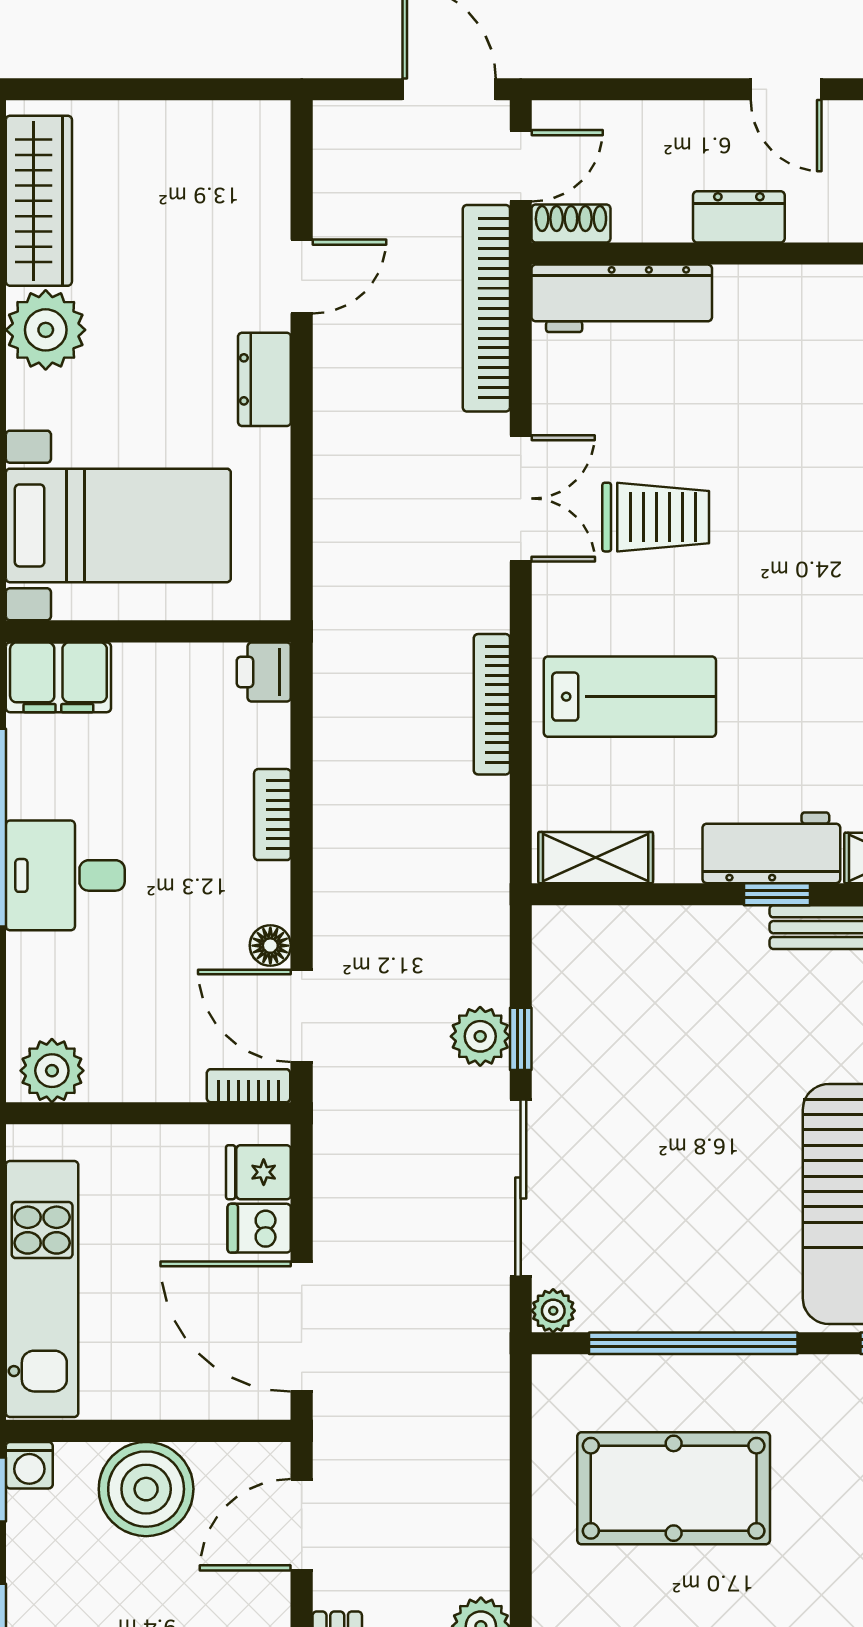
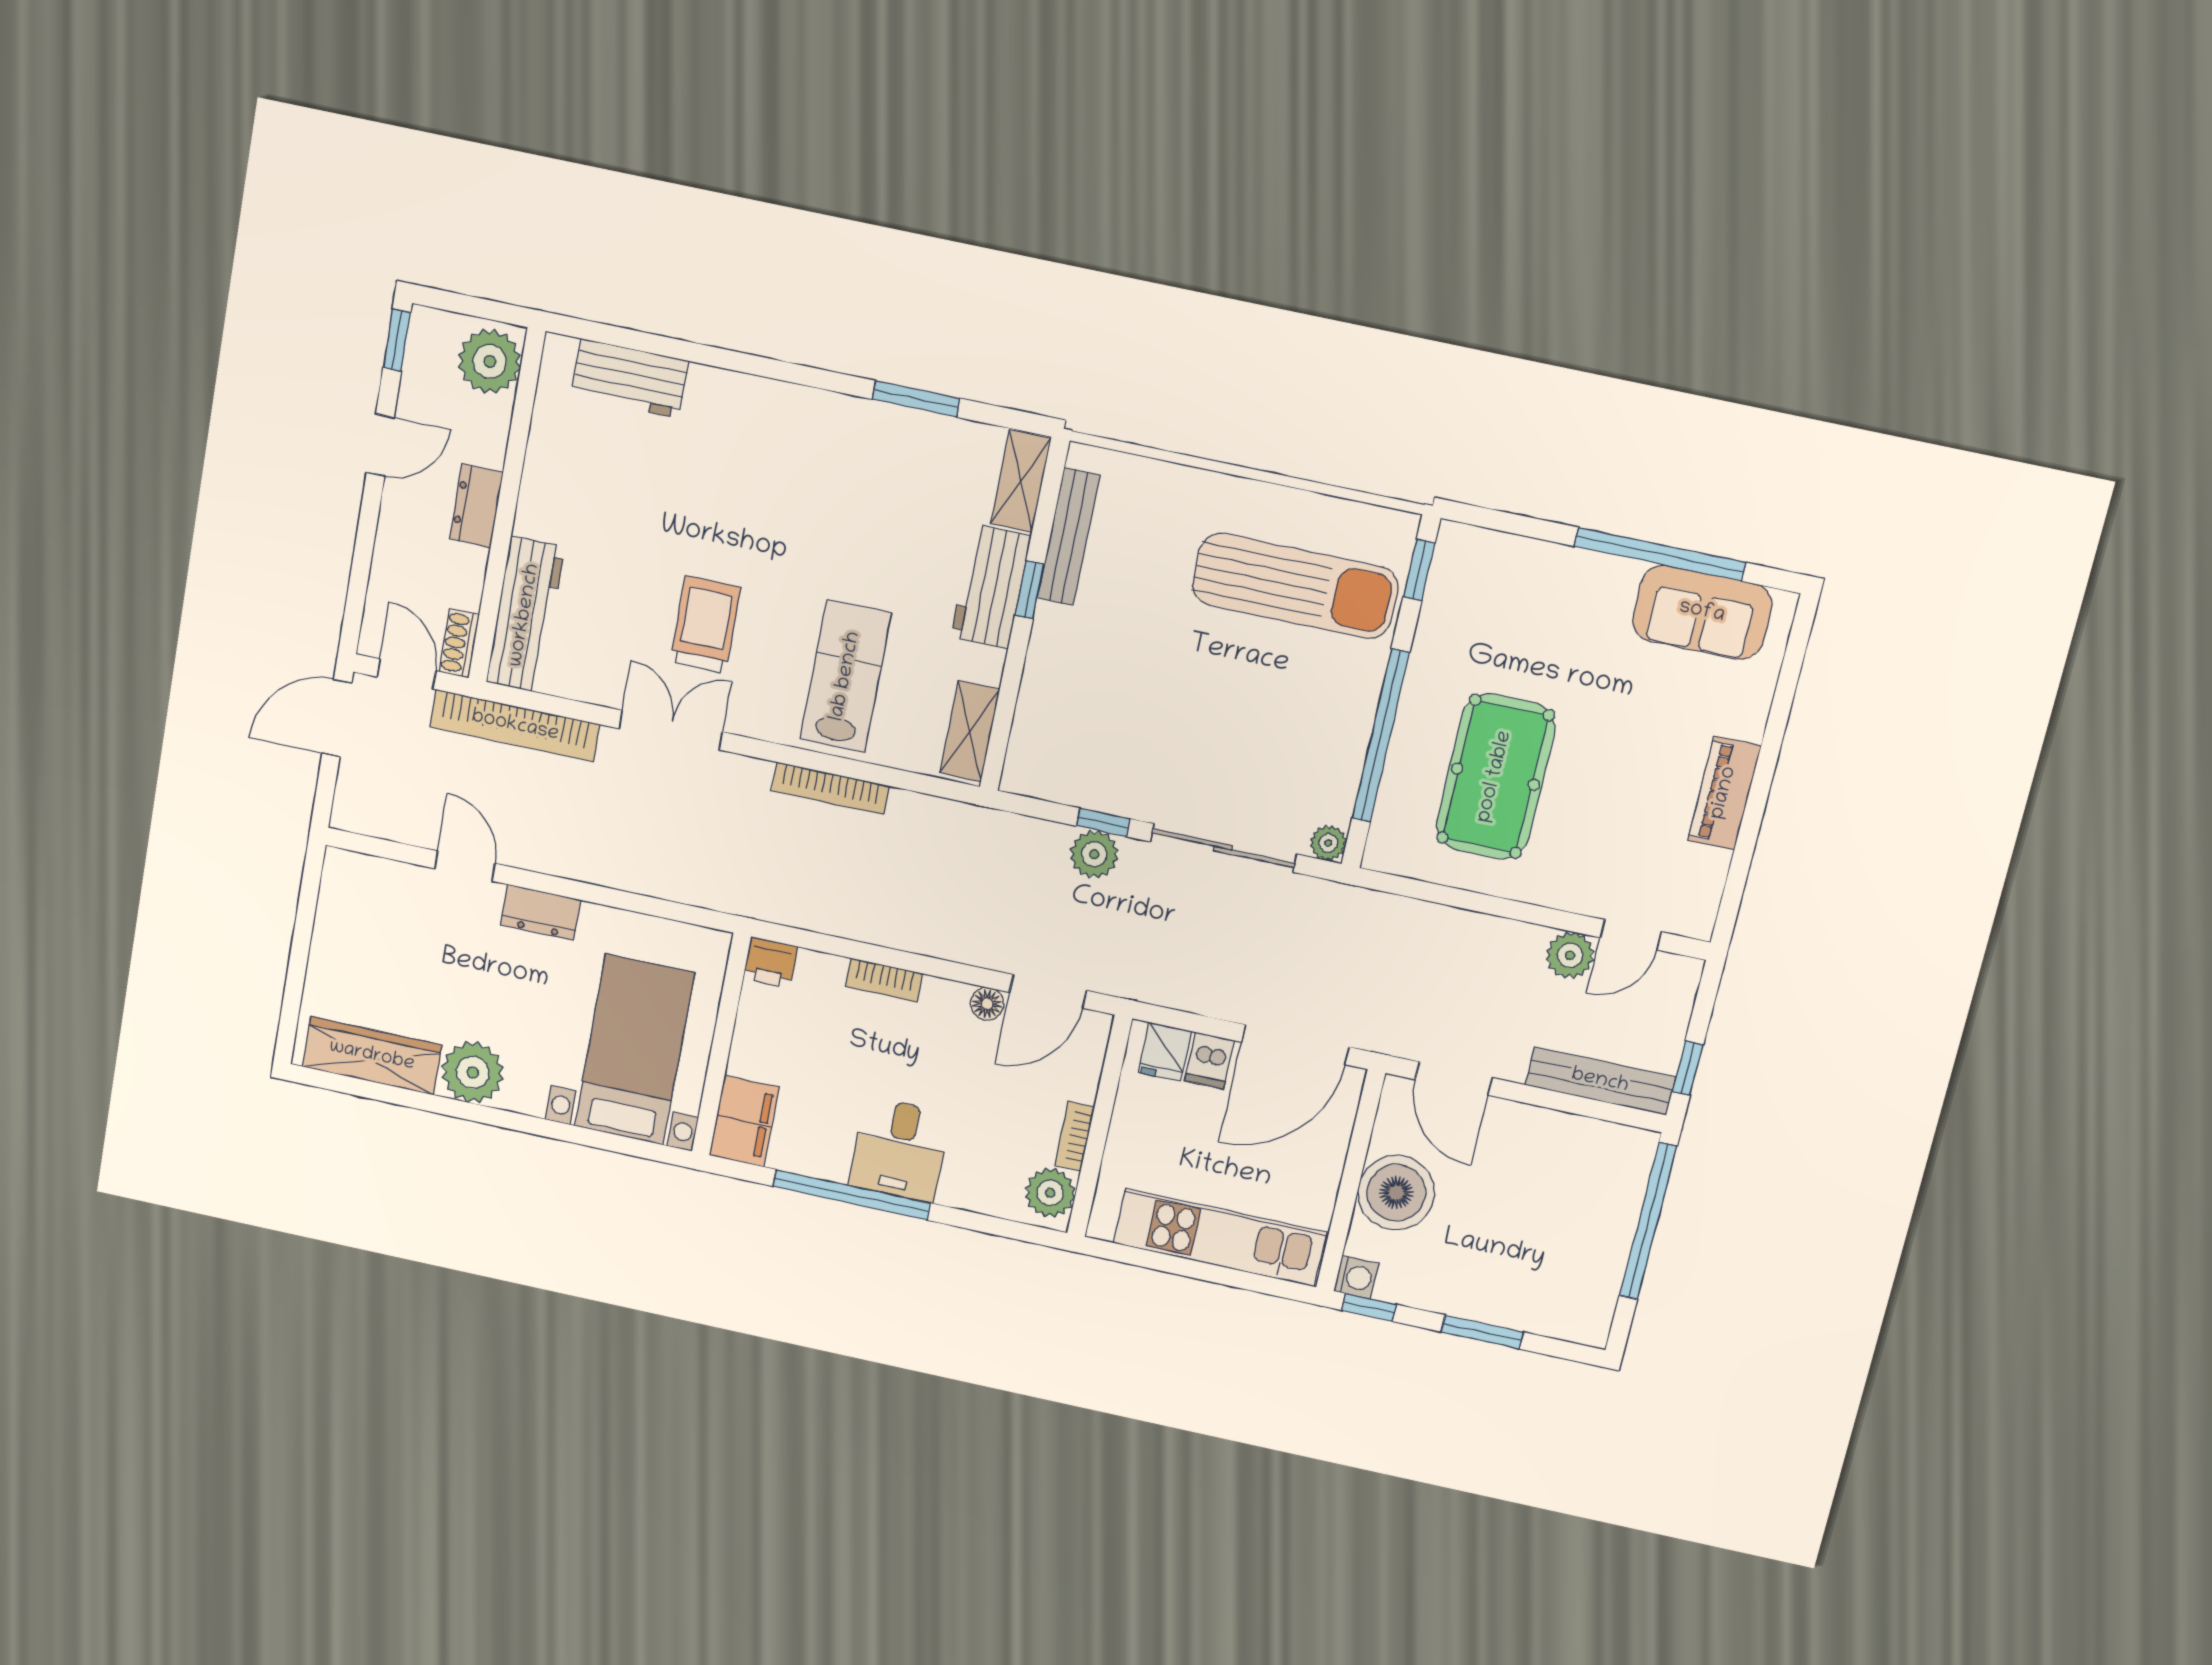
bookcase: (249, 1086) -> (1075, 1136), moved

